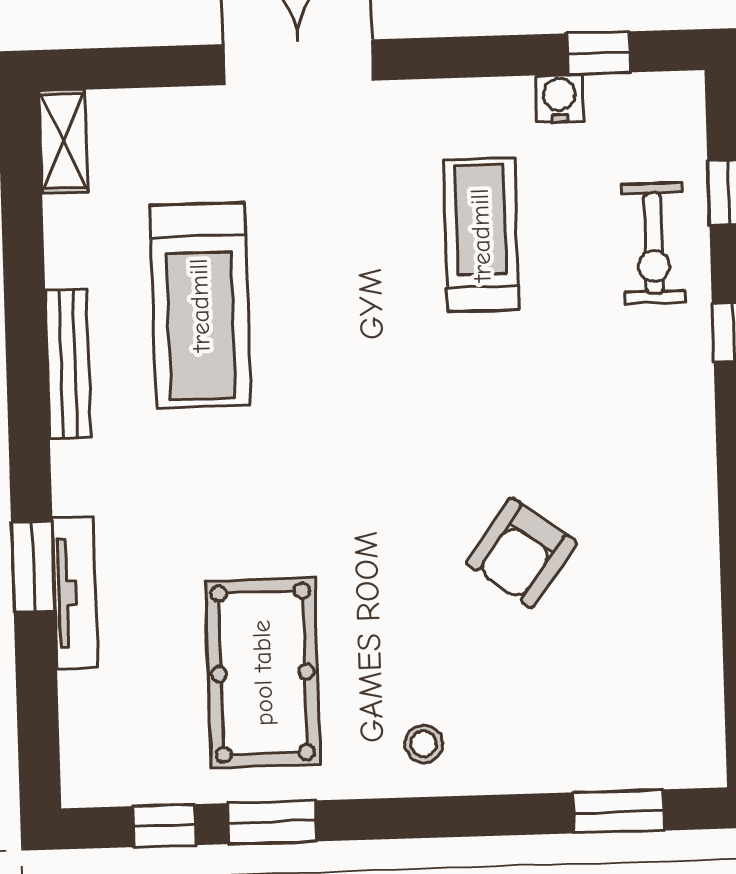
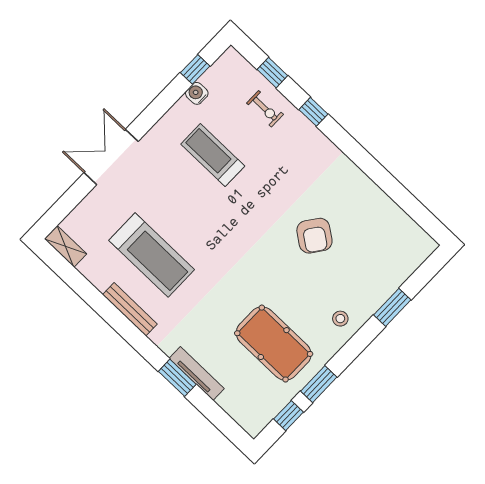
exercise bike: (653, 243) -> (265, 109), width x0.73, depth x0.72
window: (619, 811) -> (392, 307), moved

